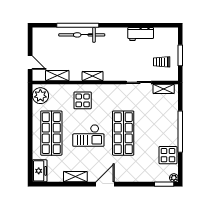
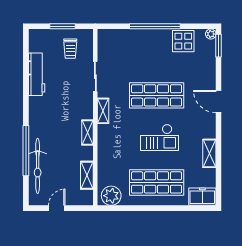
workbench: (141, 34) -> (37, 74), width x1.38
bicycle: (82, 35) -> (38, 166), moved
door: (30, 63) -> (57, 208), moved
shelving: (164, 89) -> (103, 111), moved
display table: (83, 100) -> (117, 145), removed
checkout: (88, 135) -> (160, 137), turned 90
door: (105, 184) -> (219, 102), moved

